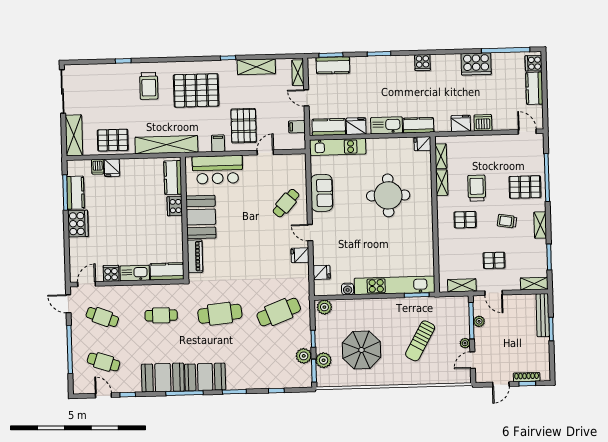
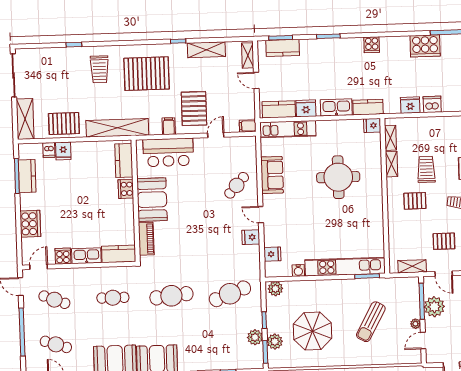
filing cabinet: (297, 127) -> (248, 126), moved
cooker: (78, 224) -> (30, 224), moved
plant: (479, 321) -> (434, 307), width x1.88, depth x1.88

